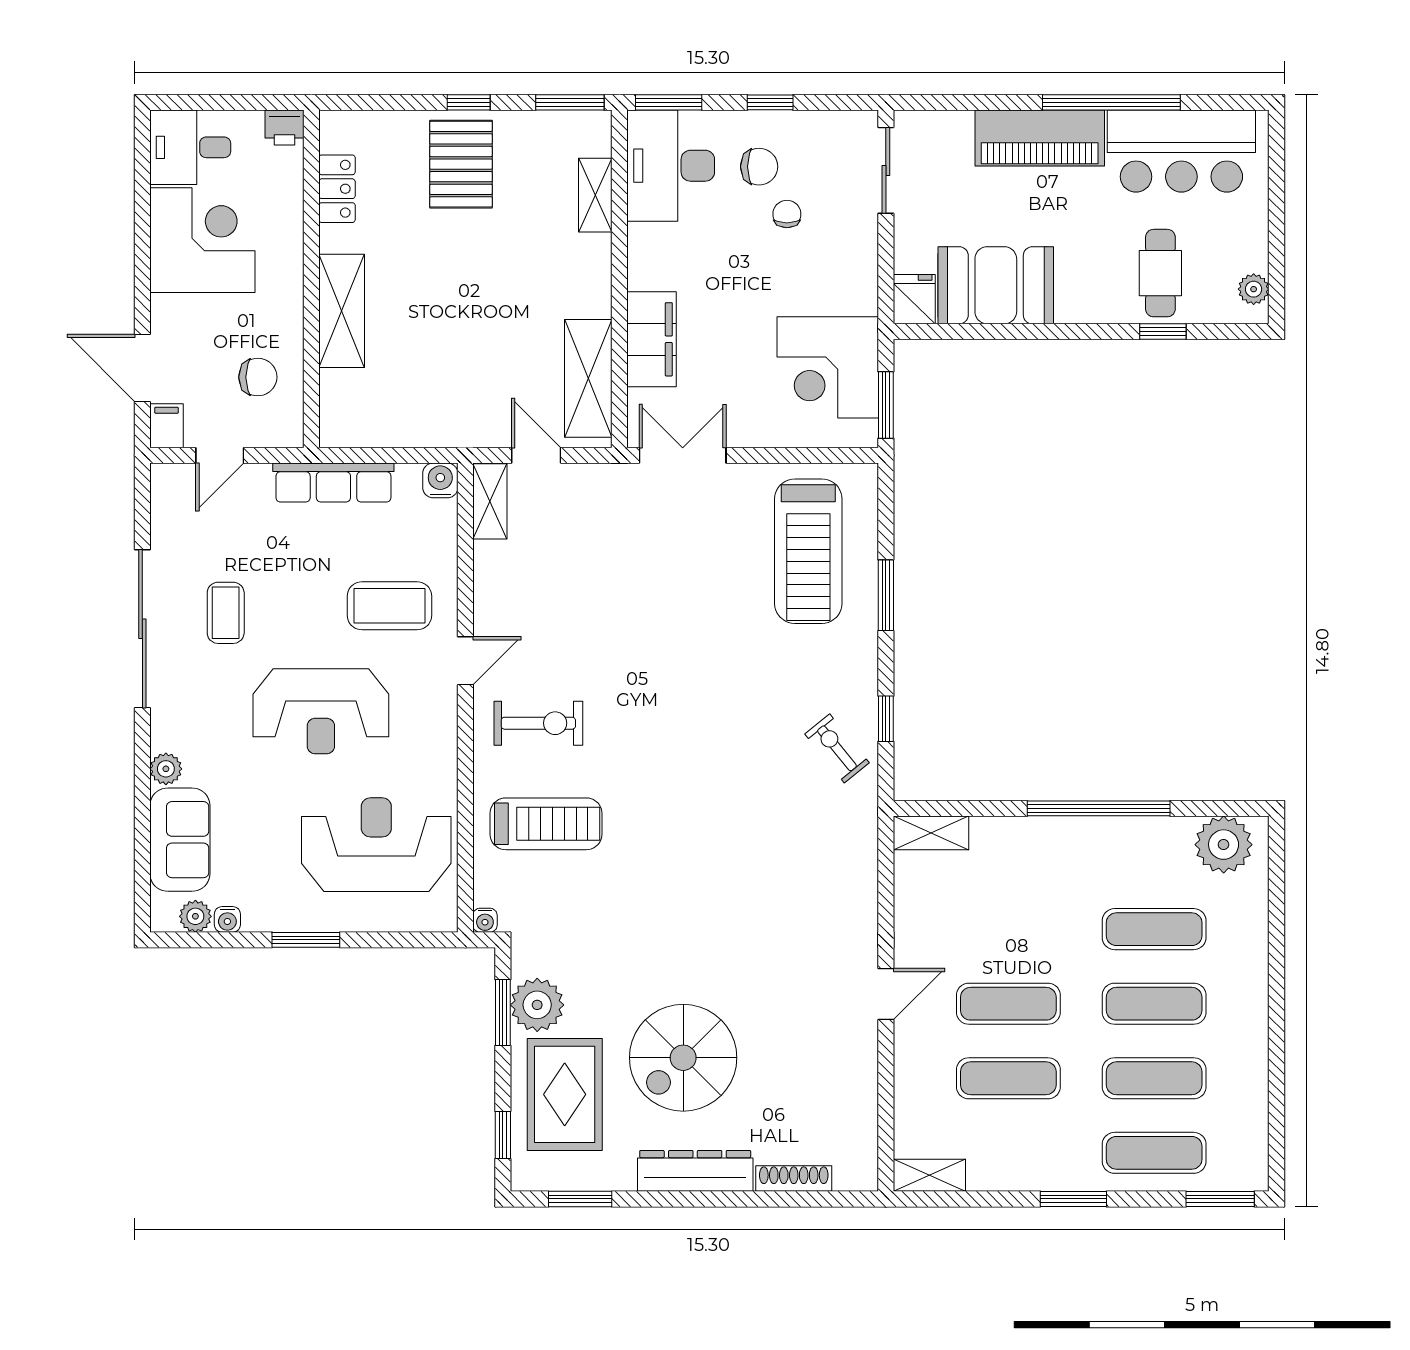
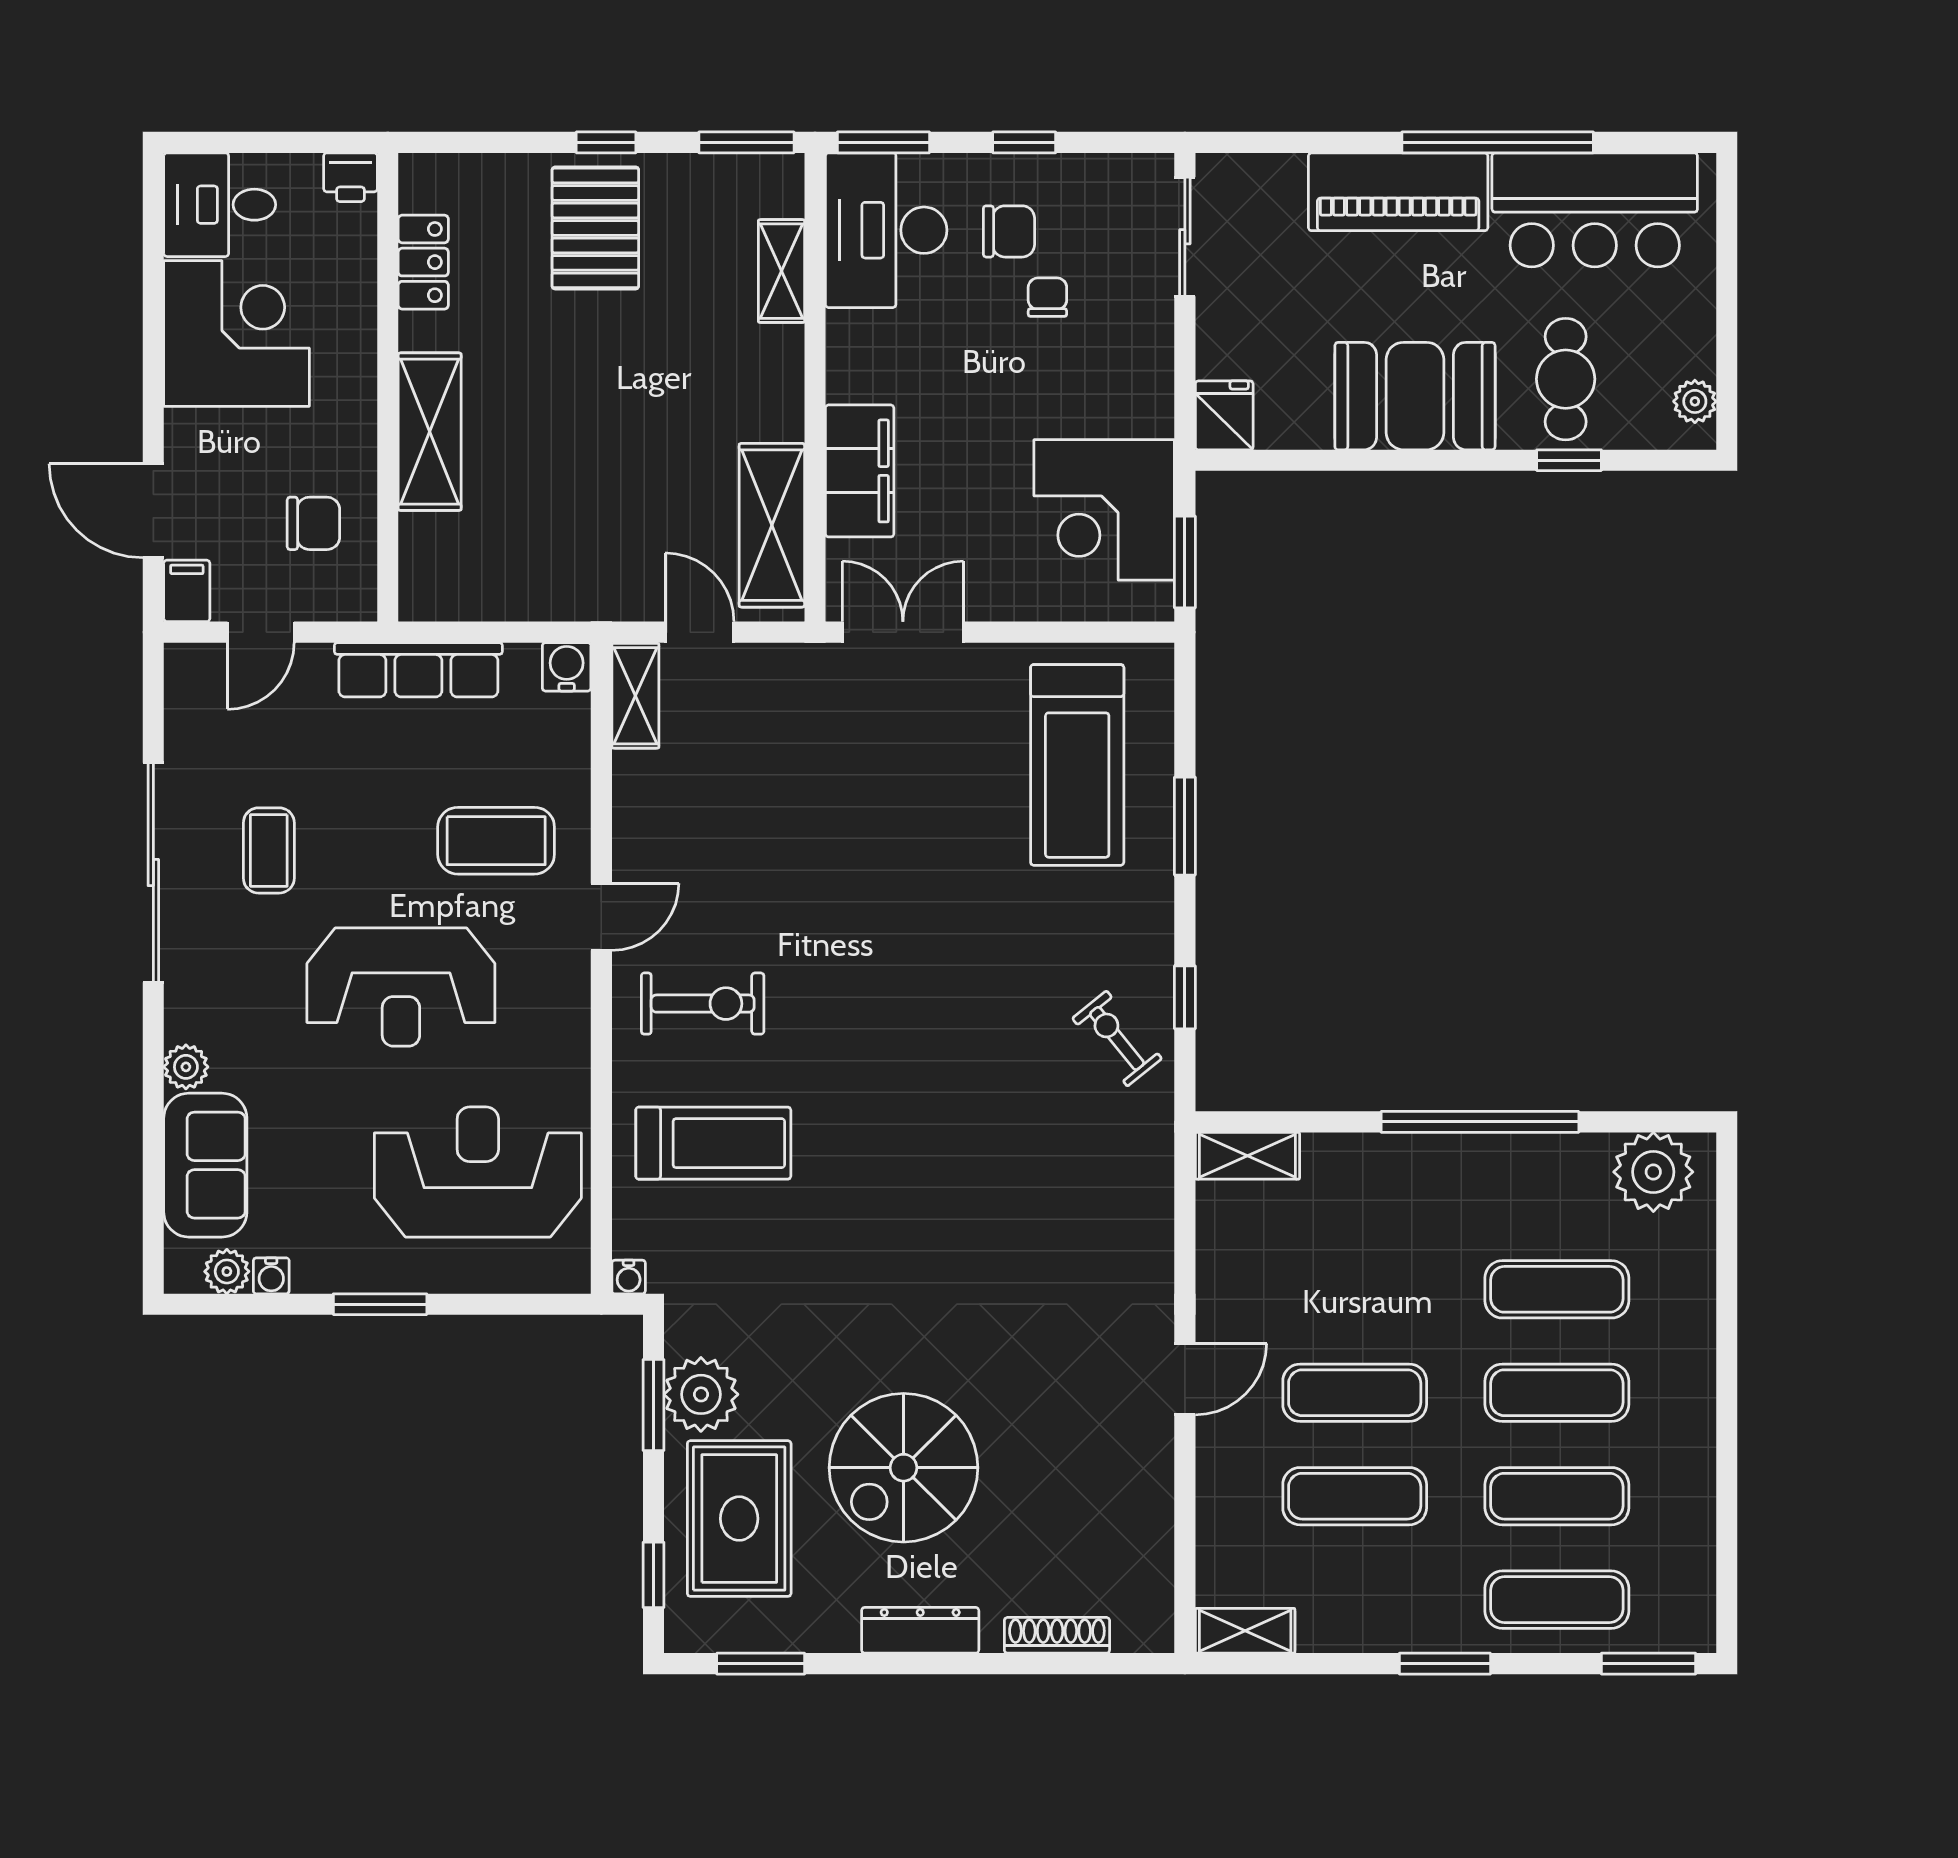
booth: (996, 285) -> (1415, 396), moved
dresser: (695, 1171) -> (920, 1630), width x0.73, depth x0.80

